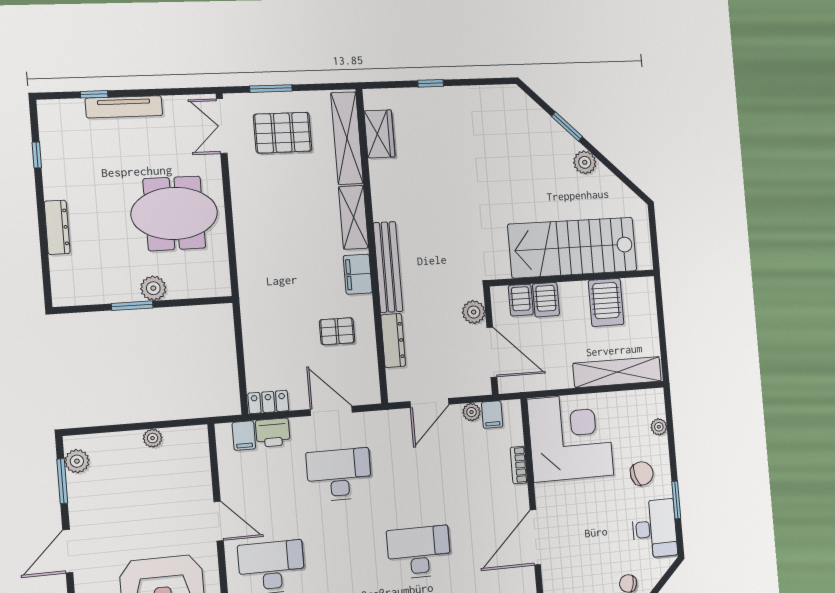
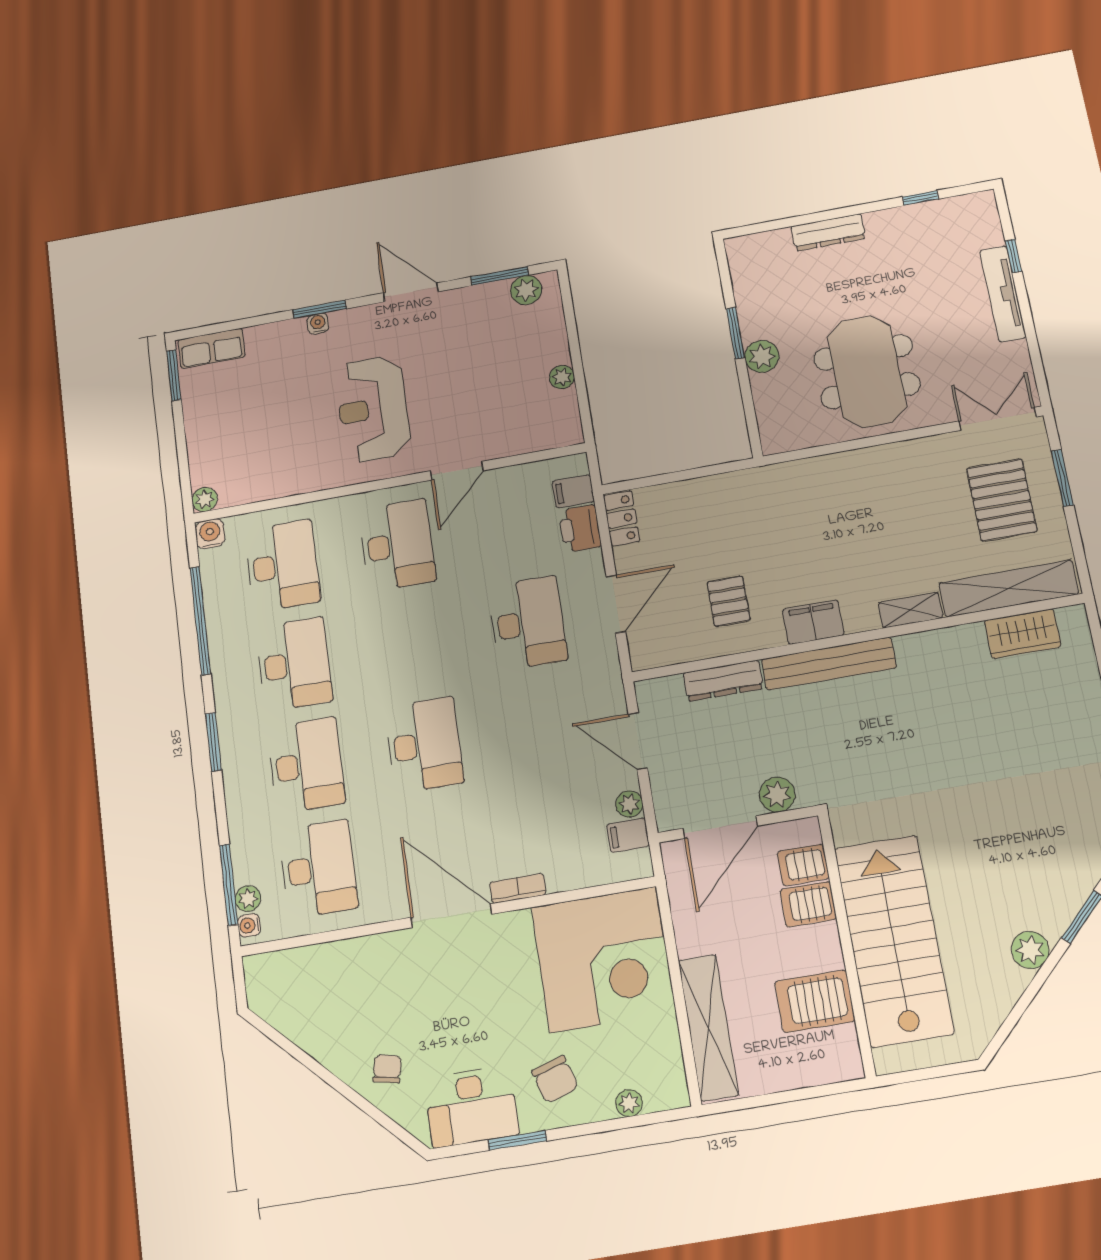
shelving: (353, 217) -> (910, 610), width x0.67, depth x0.75
bookcase: (519, 465) -> (518, 888), moved

